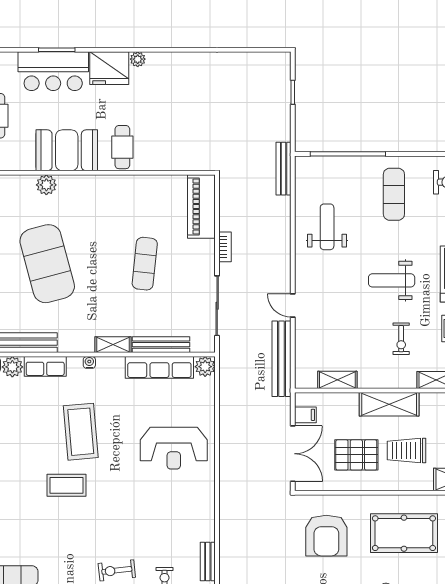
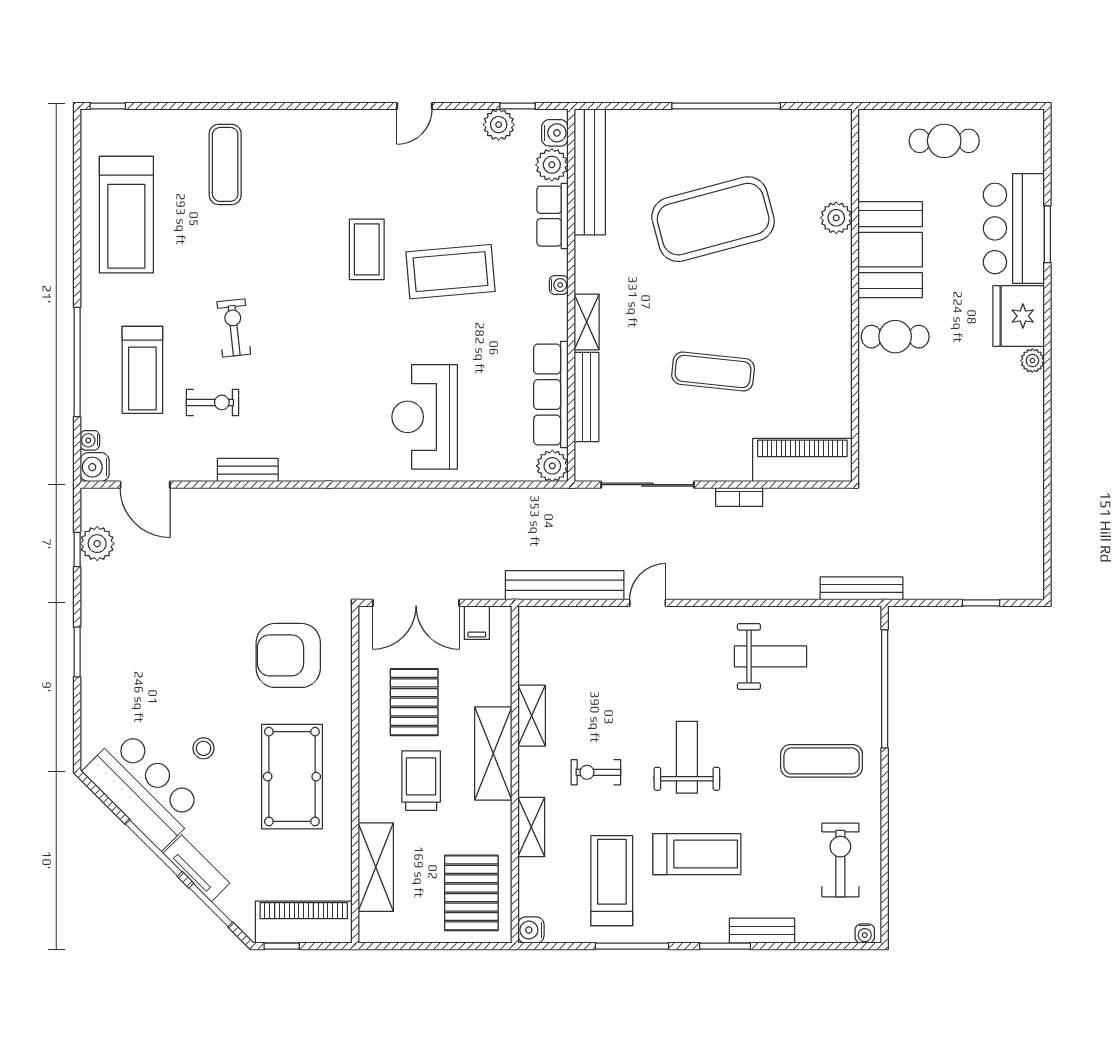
shelving: (337, 380) -> (532, 716), moved

